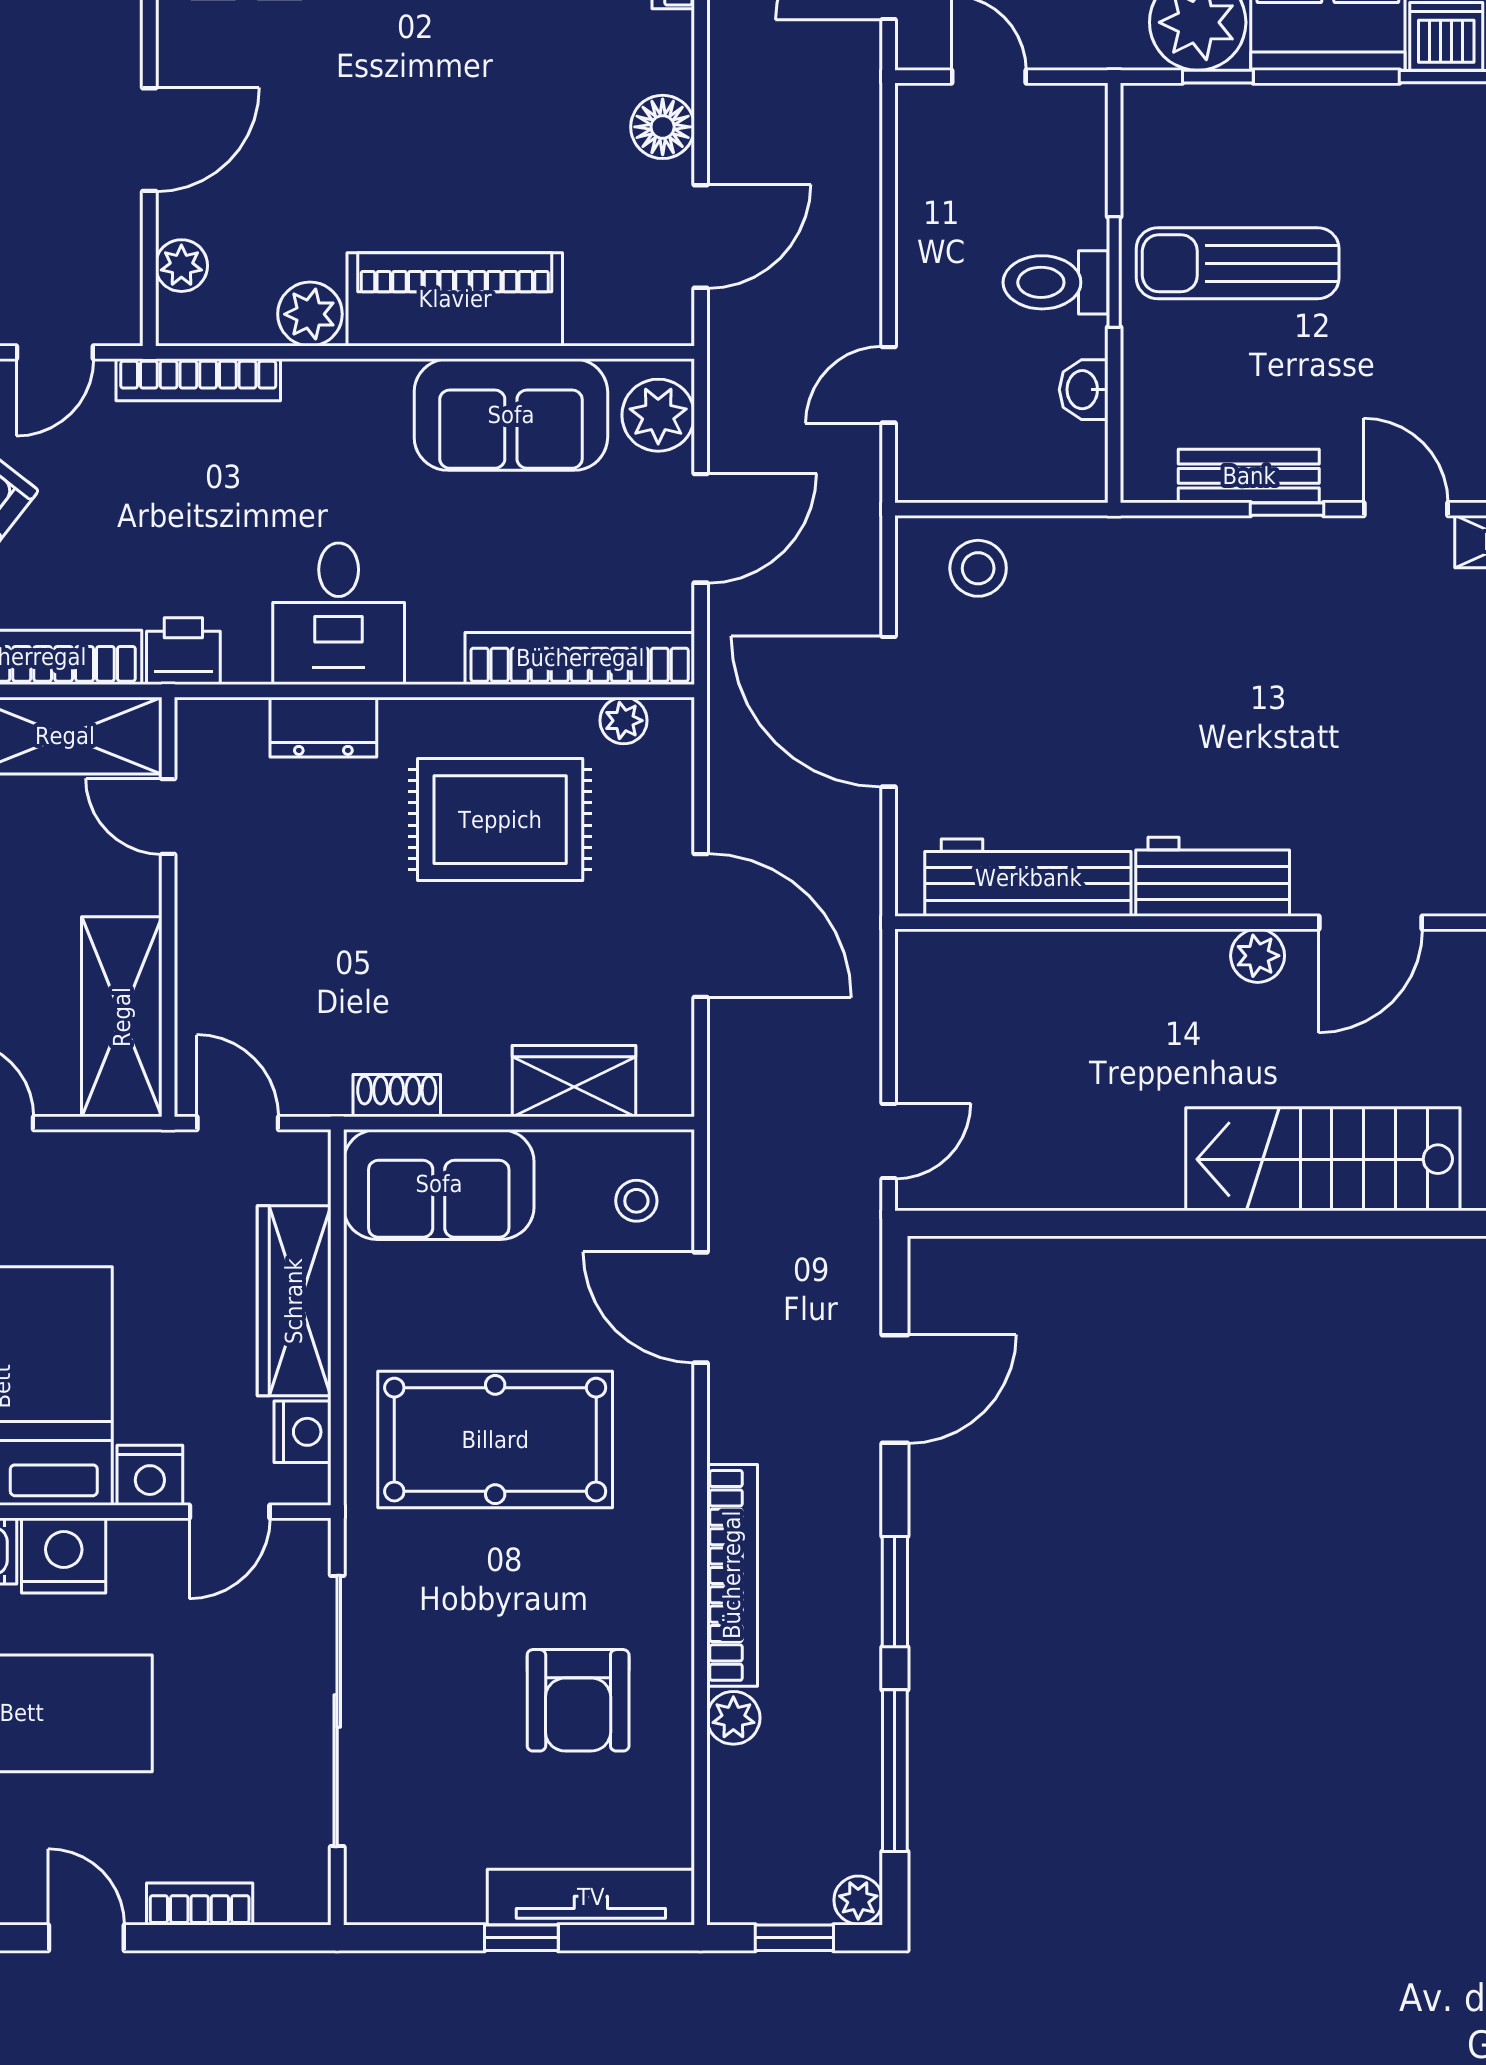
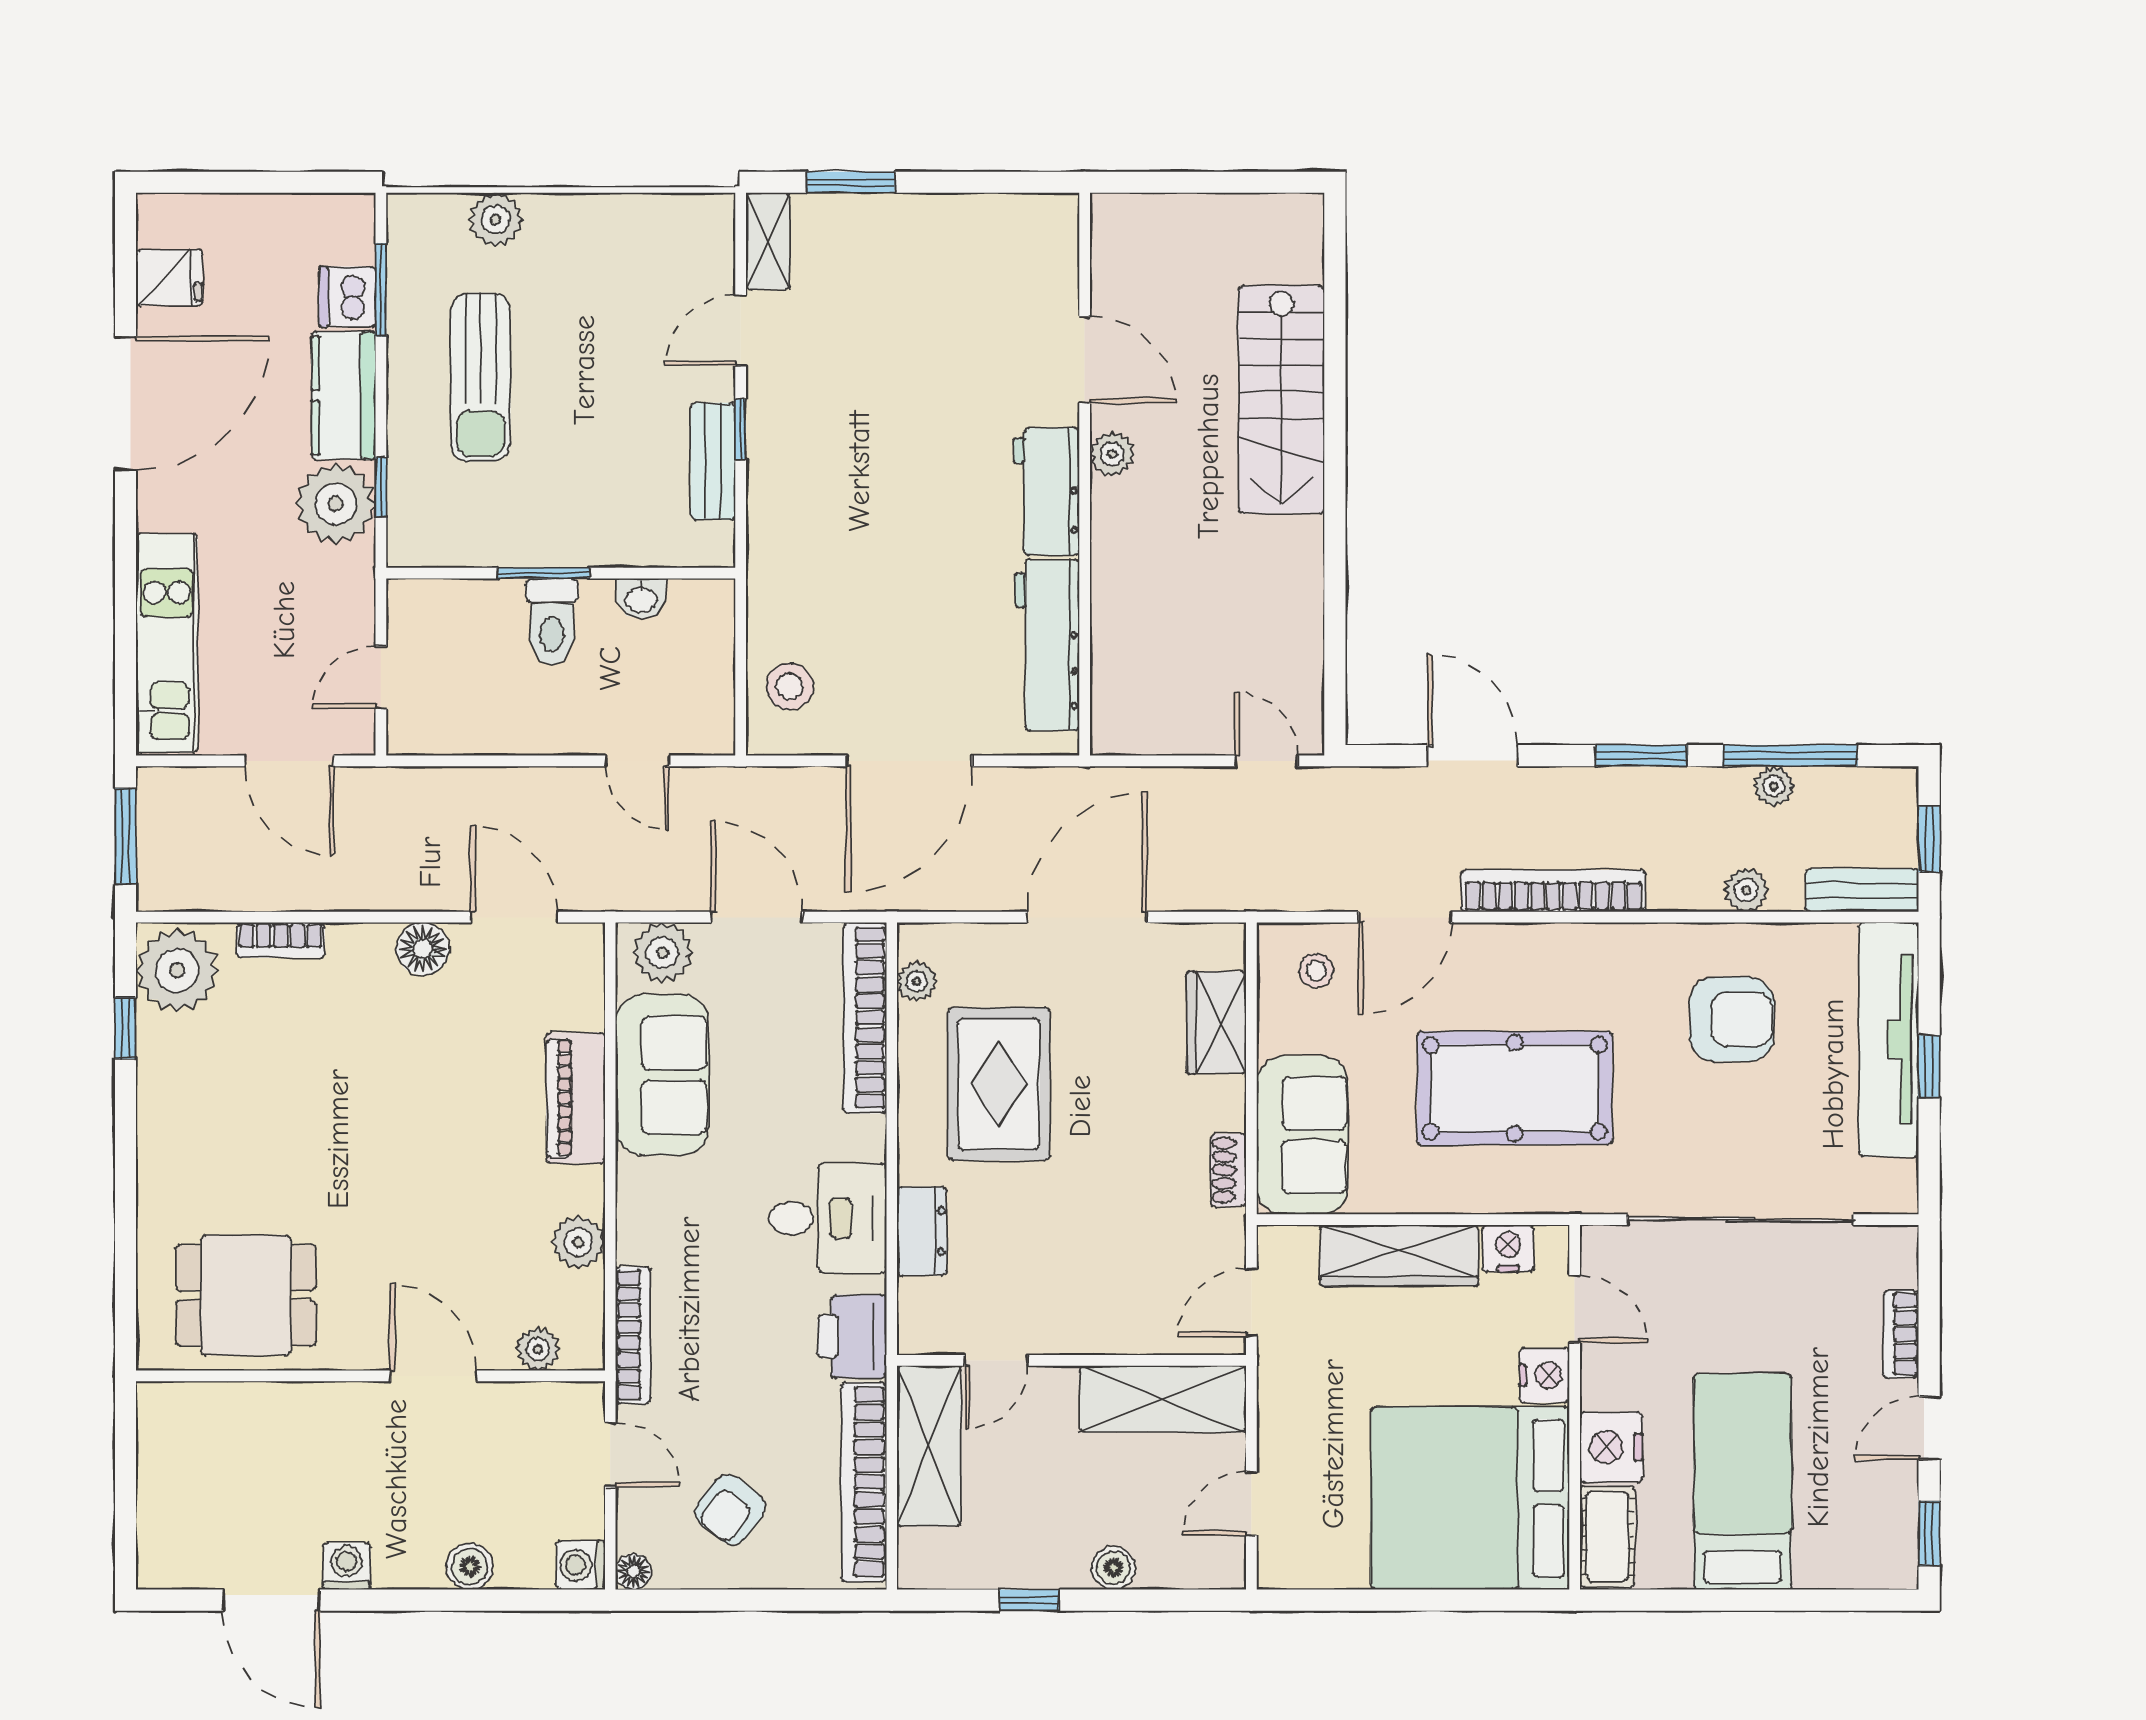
sun lounger: (1238, 263) -> (481, 377), moved
piano: (455, 299) -> (576, 1098), width x0.73, depth x0.75
printer: (183, 651) -> (852, 1336), width x1.36, depth x1.24
pool table: (495, 1440) -> (1515, 1088), turned 90
bookcase: (732, 1575) -> (1553, 891), moved
bench: (733, 1857) -> (1862, 890), added
tv unit: (591, 1897) -> (1889, 1040), width x1.36, depth x1.29
plant: (858, 1900) -> (1774, 786), moved

